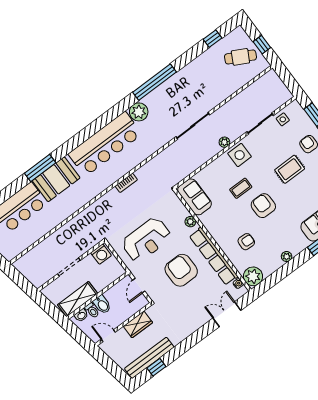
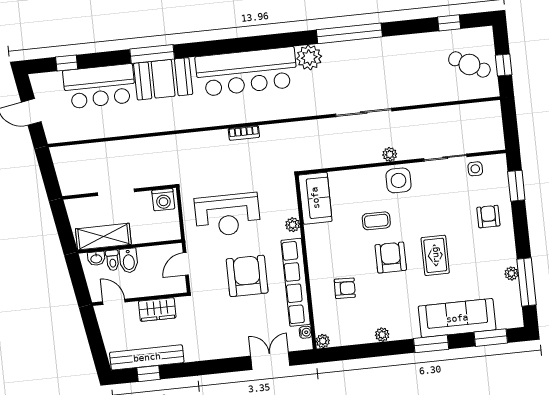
rug: (290, 169) -> (435, 255), moved, turned 90
plant: (253, 276) -> (323, 341), width x0.53, depth x0.53

